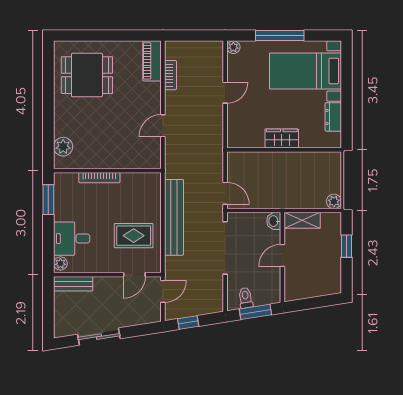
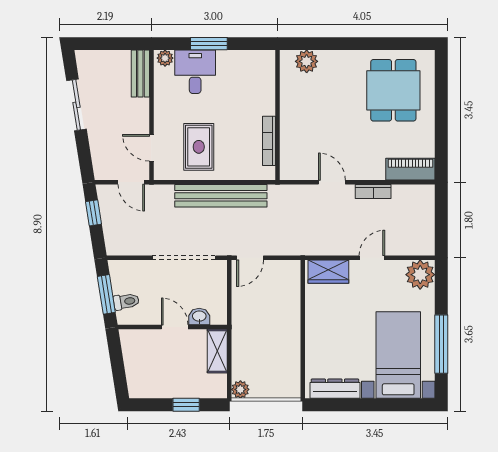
window: (280, 35) -> (441, 344), moved
plant: (233, 47) -> (420, 275), width x1.88, depth x1.88
bookcase: (170, 75) -> (373, 191), moved
door: (225, 93) -> (372, 258), swing flipped
dresser: (333, 117) -> (335, 389), width x1.44
wardrobe: (282, 138) -> (328, 272), moved, turned 90
bookcase: (99, 178) -> (269, 141), moved
window: (48, 200) -> (209, 44), moved
washbasin: (274, 221) -> (199, 317), moved
toilet: (246, 298) -> (126, 301), moved

